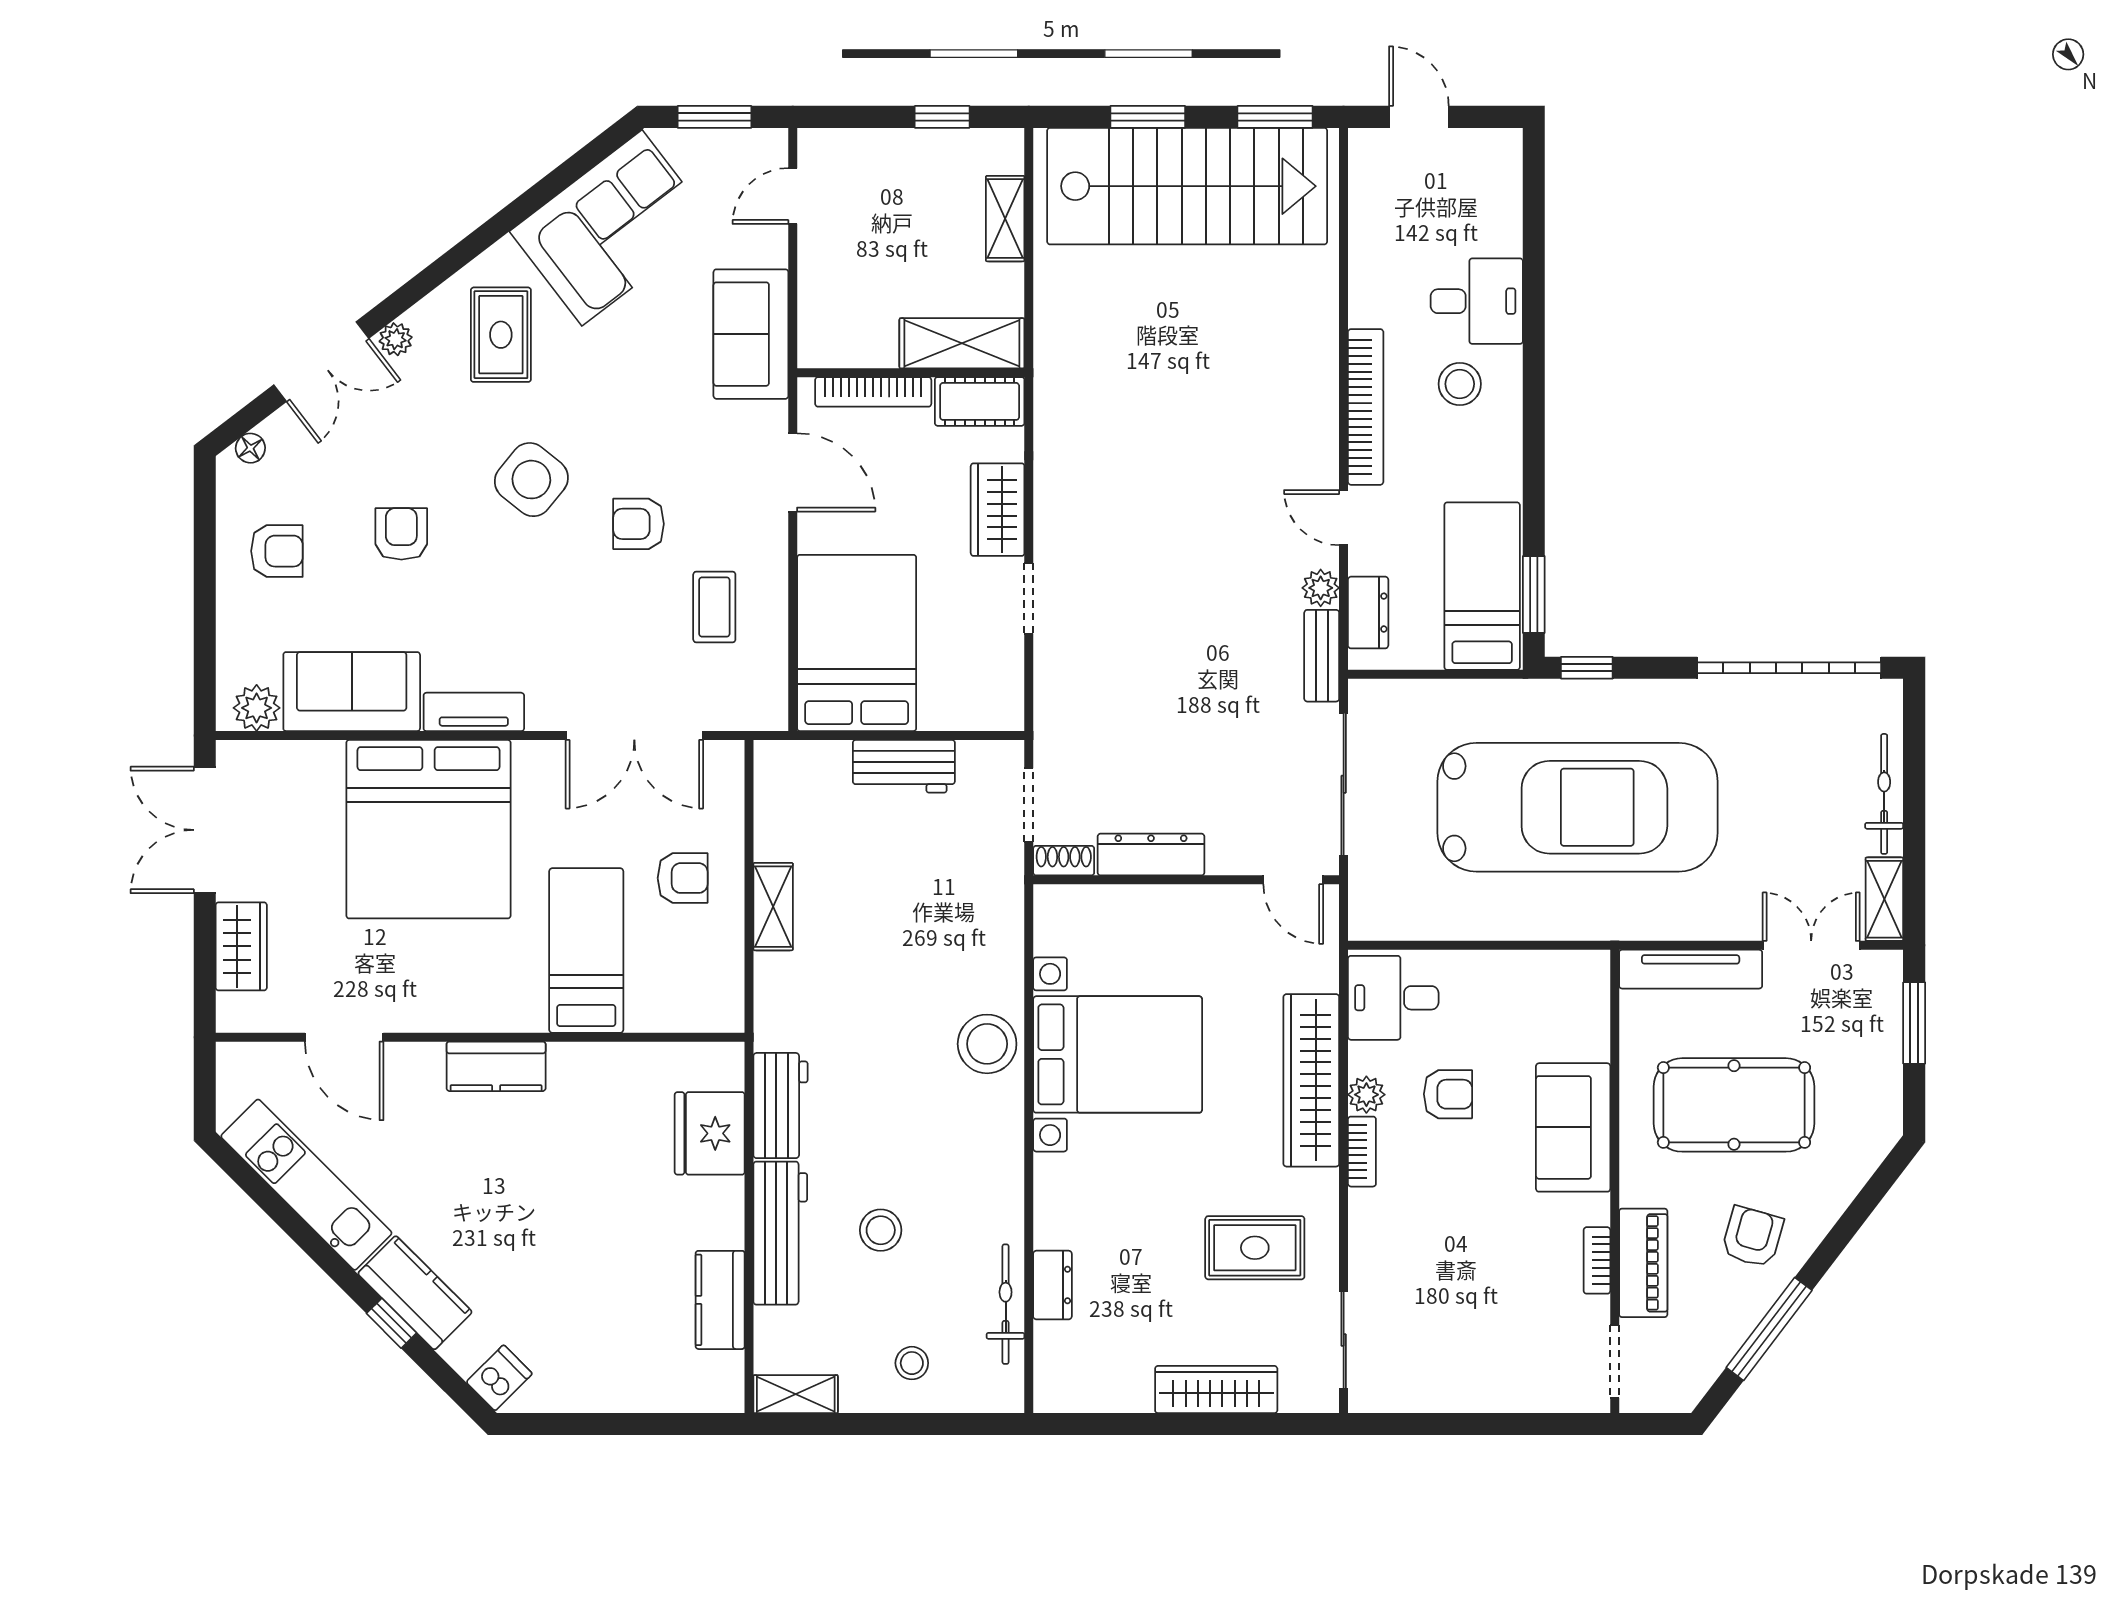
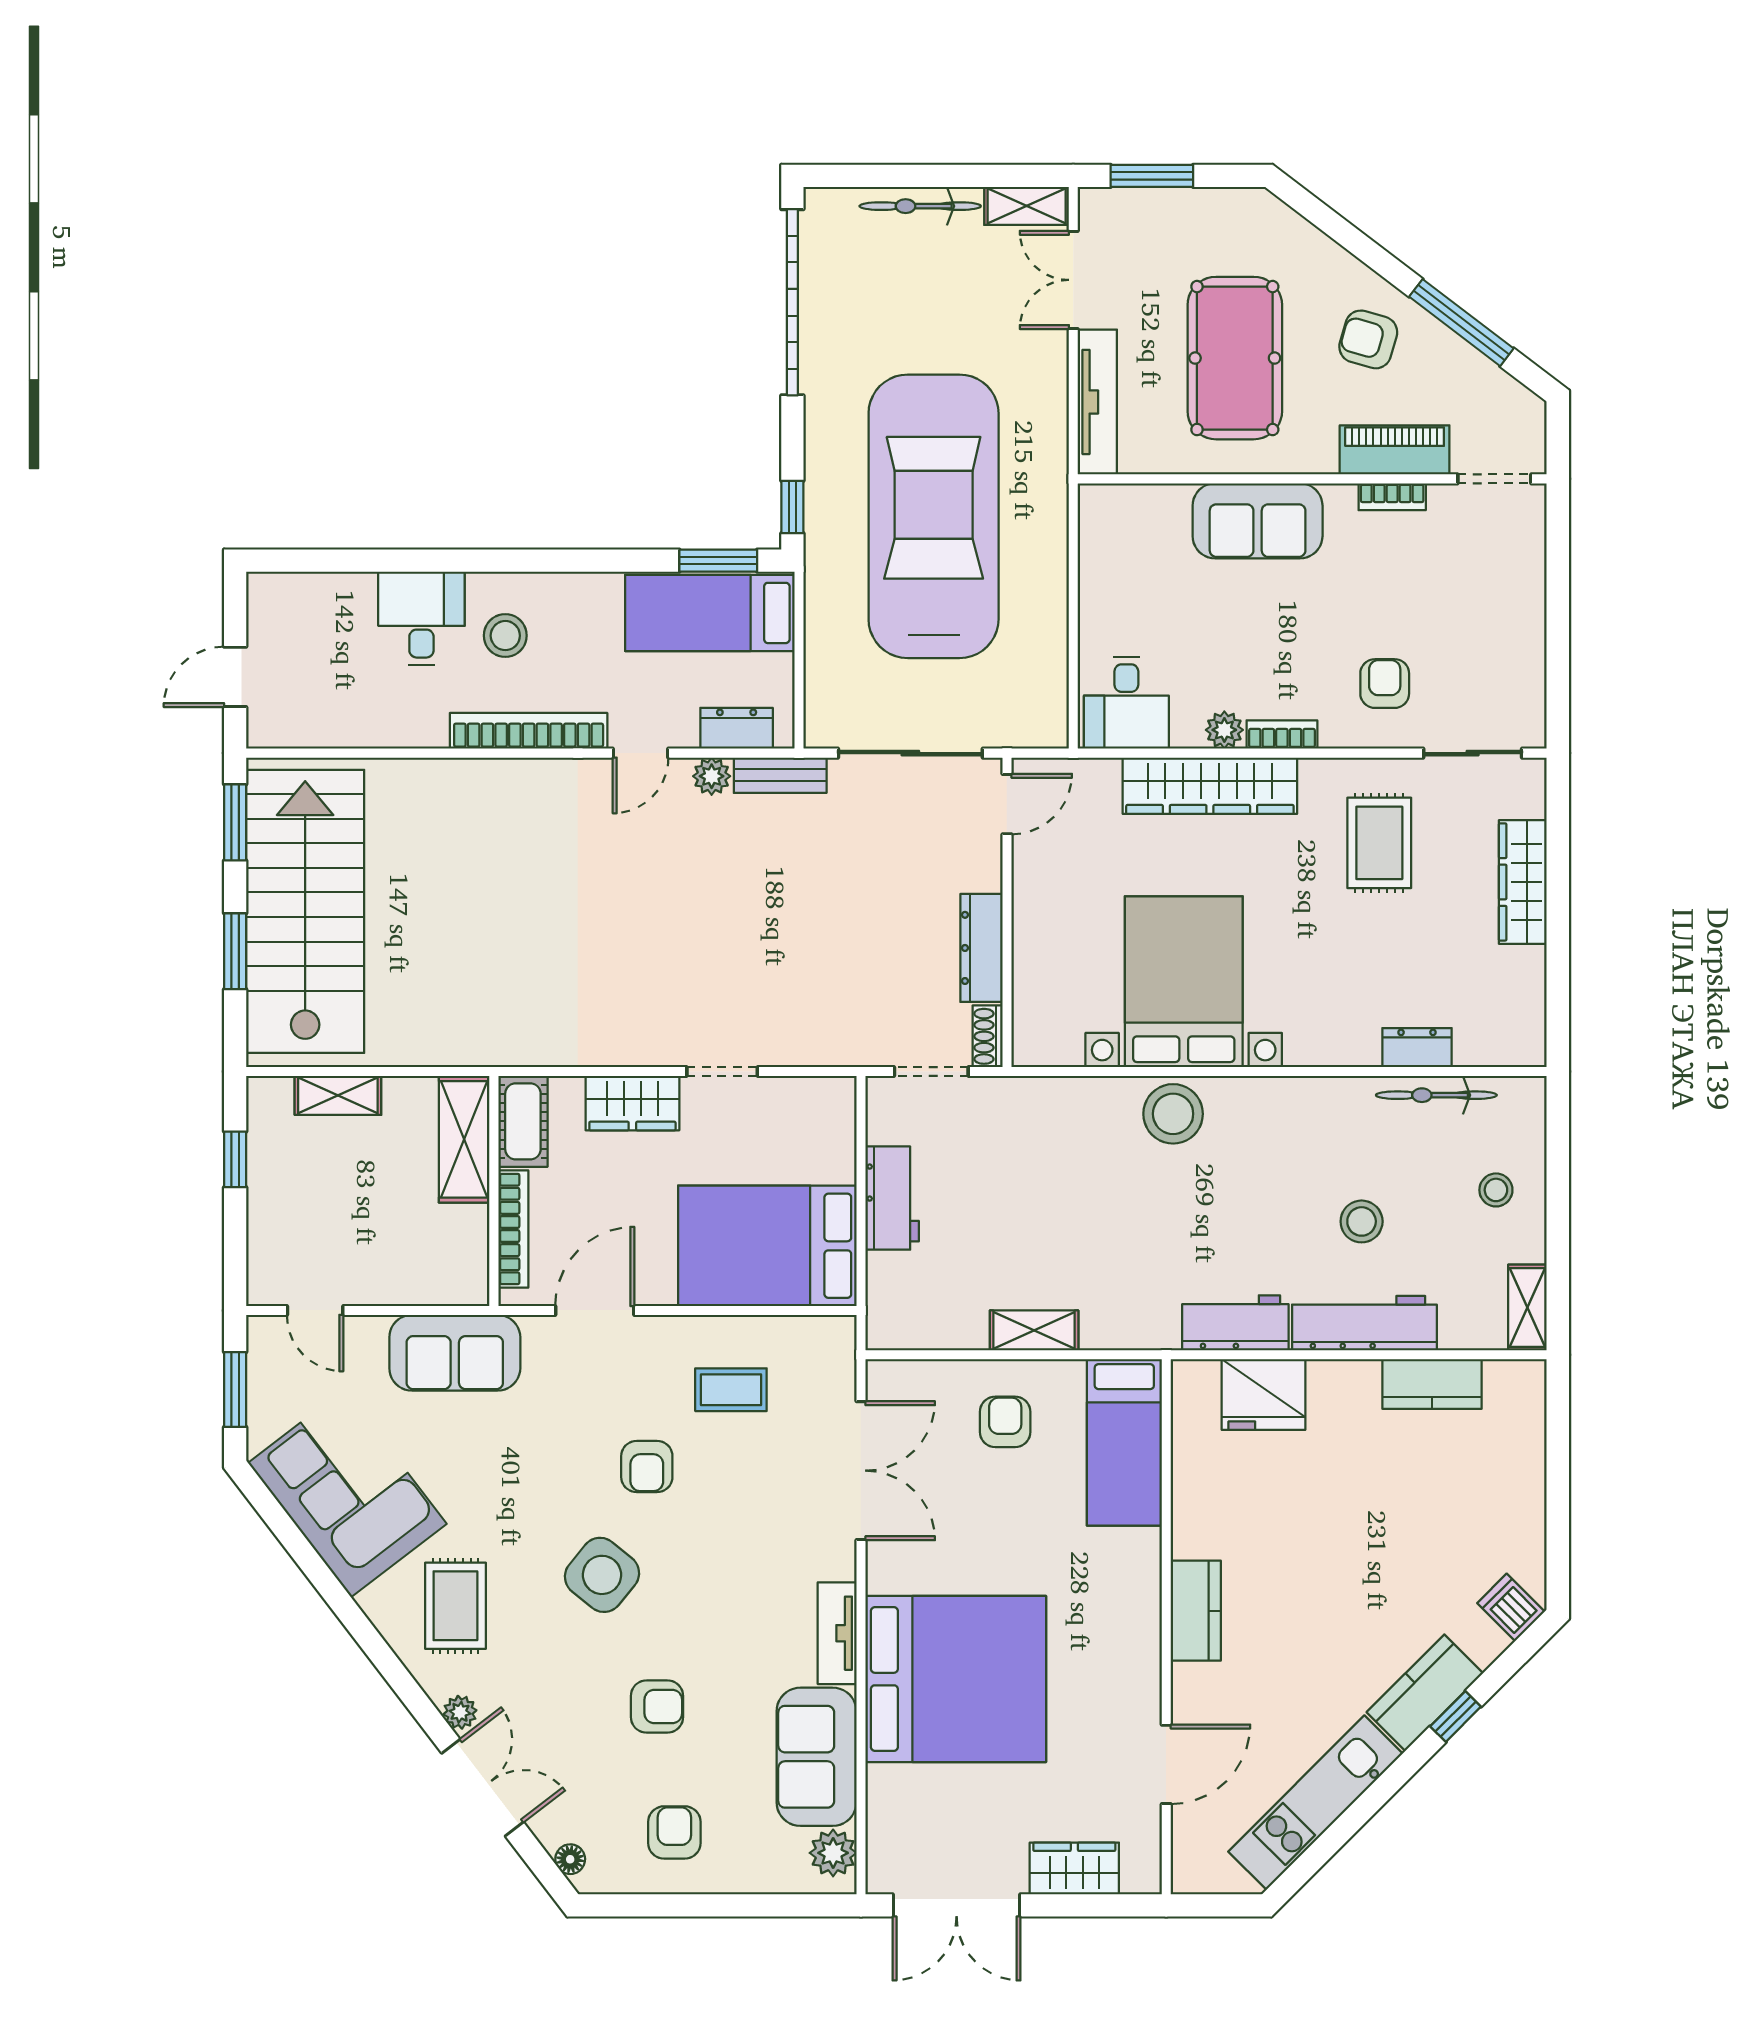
rug: (501, 335) -> (455, 1606), turned 90
armchair: (401, 534) -> (657, 1707), turned 180
bed: (586, 951) -> (1124, 1442), moved, turned -90
armchair: (1448, 1094) -> (1385, 684), moved

